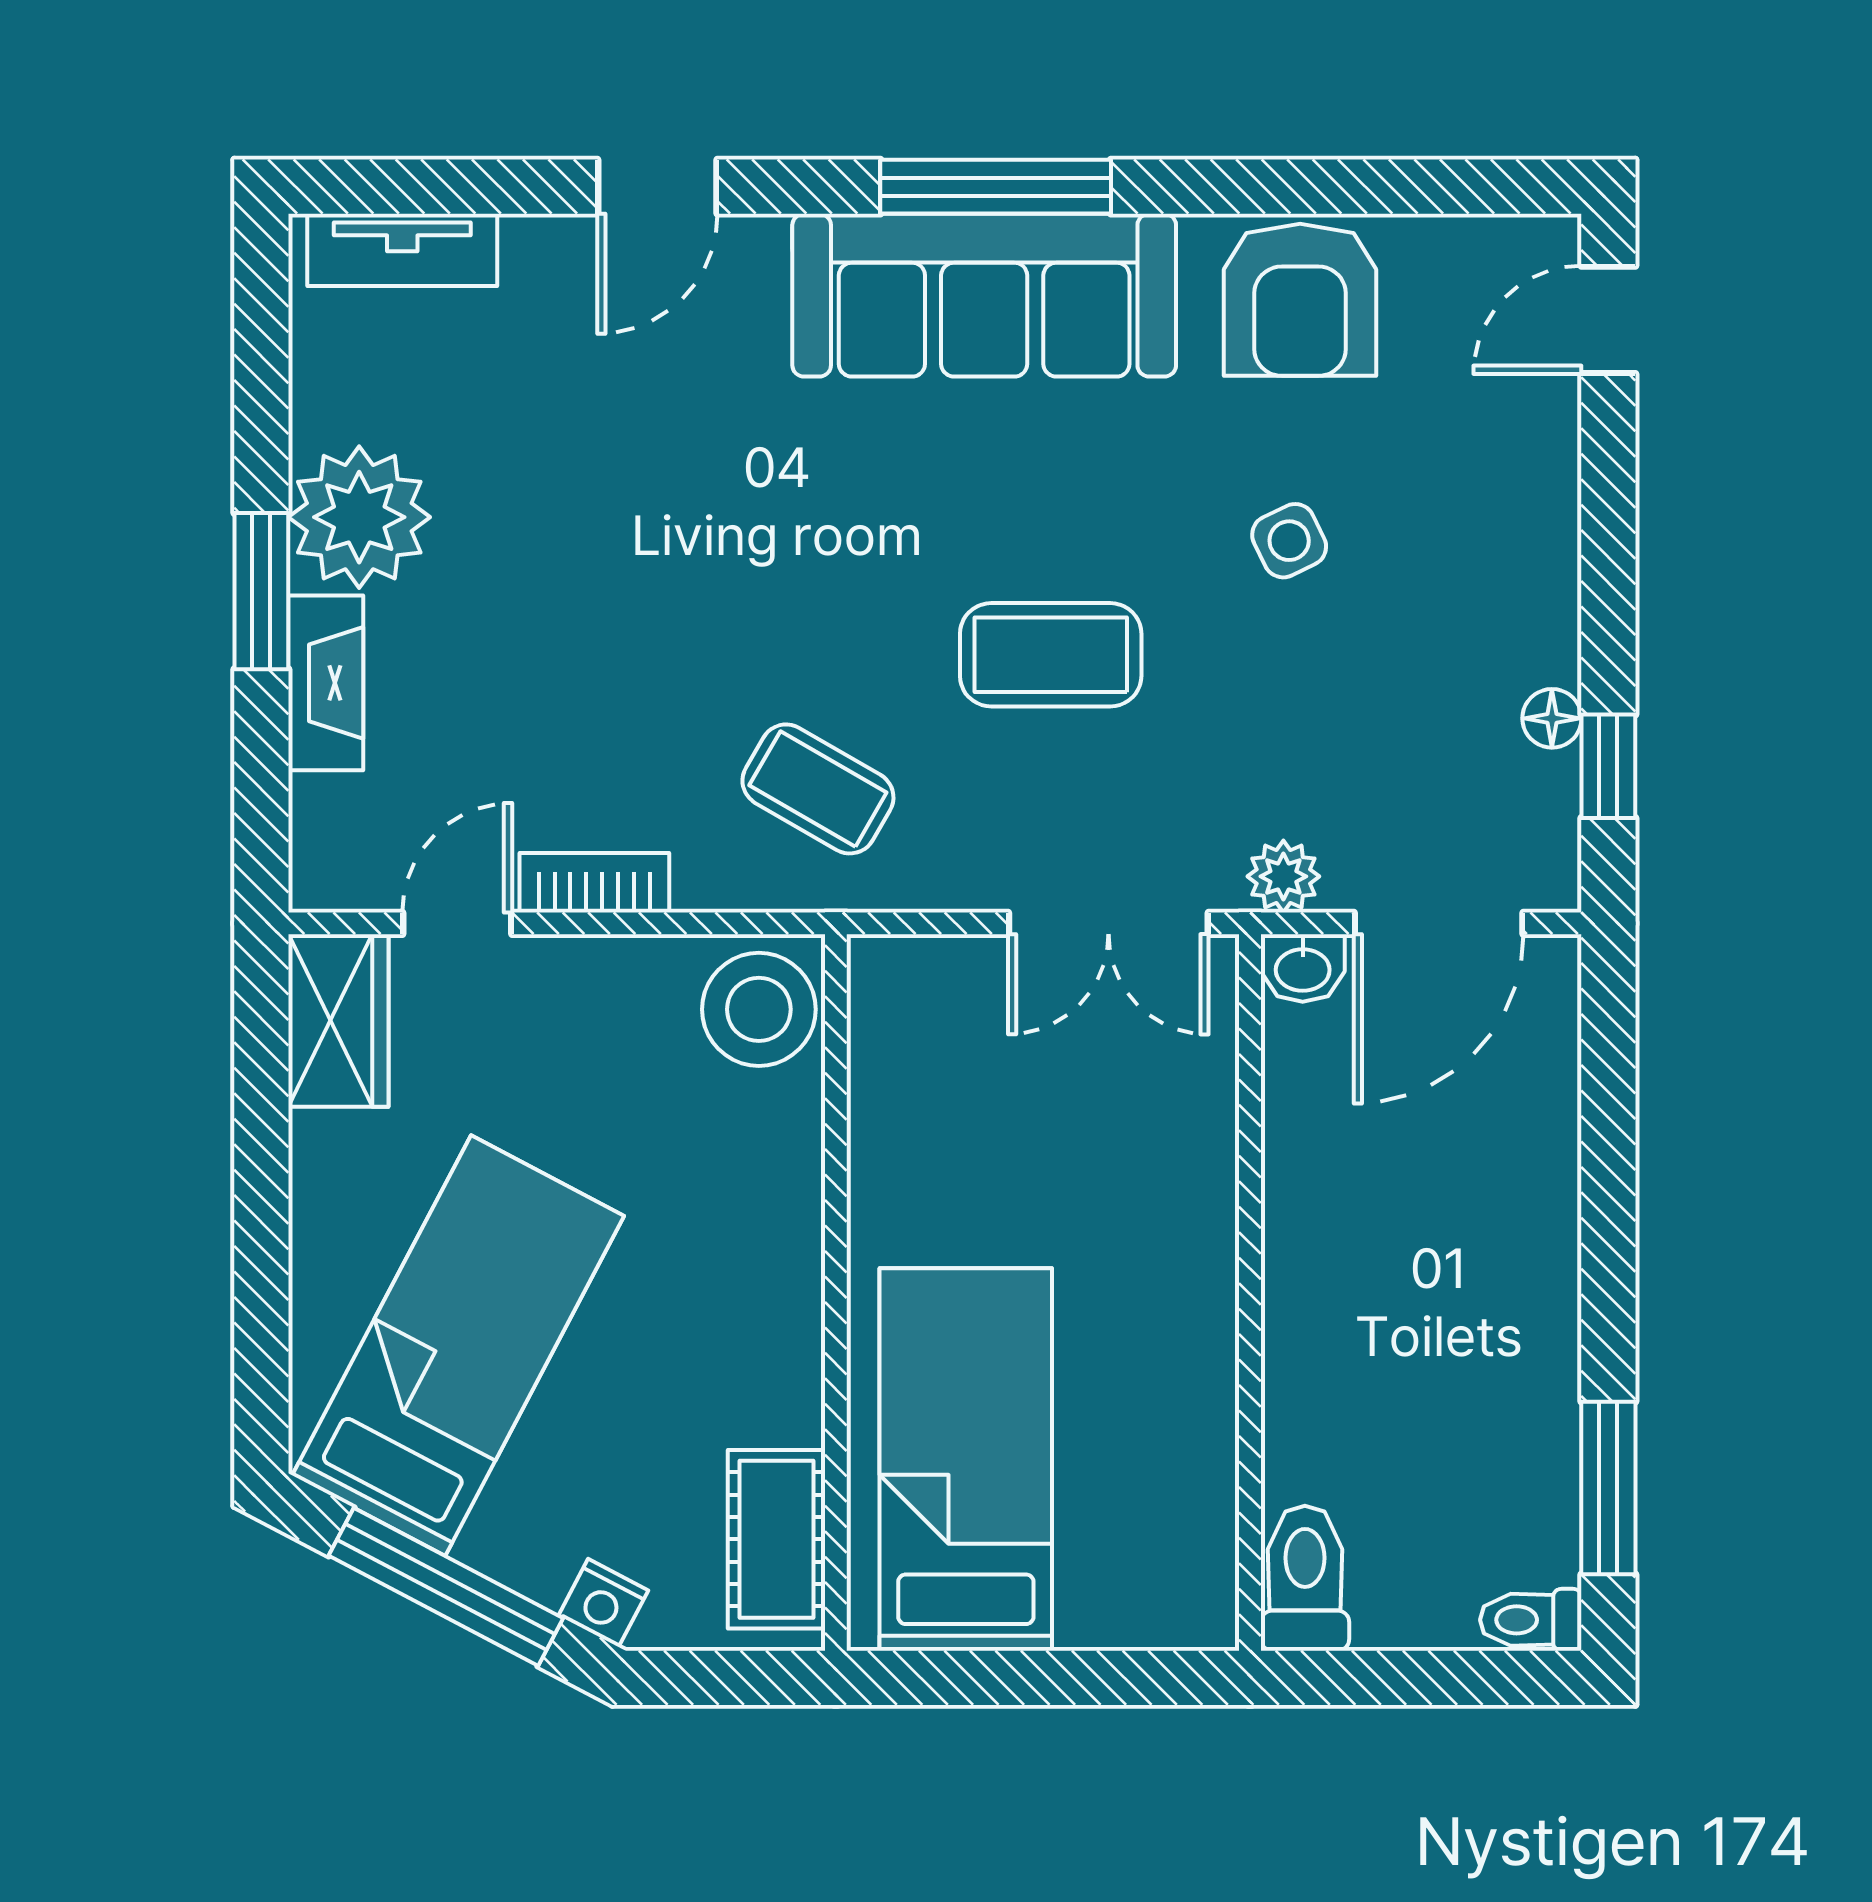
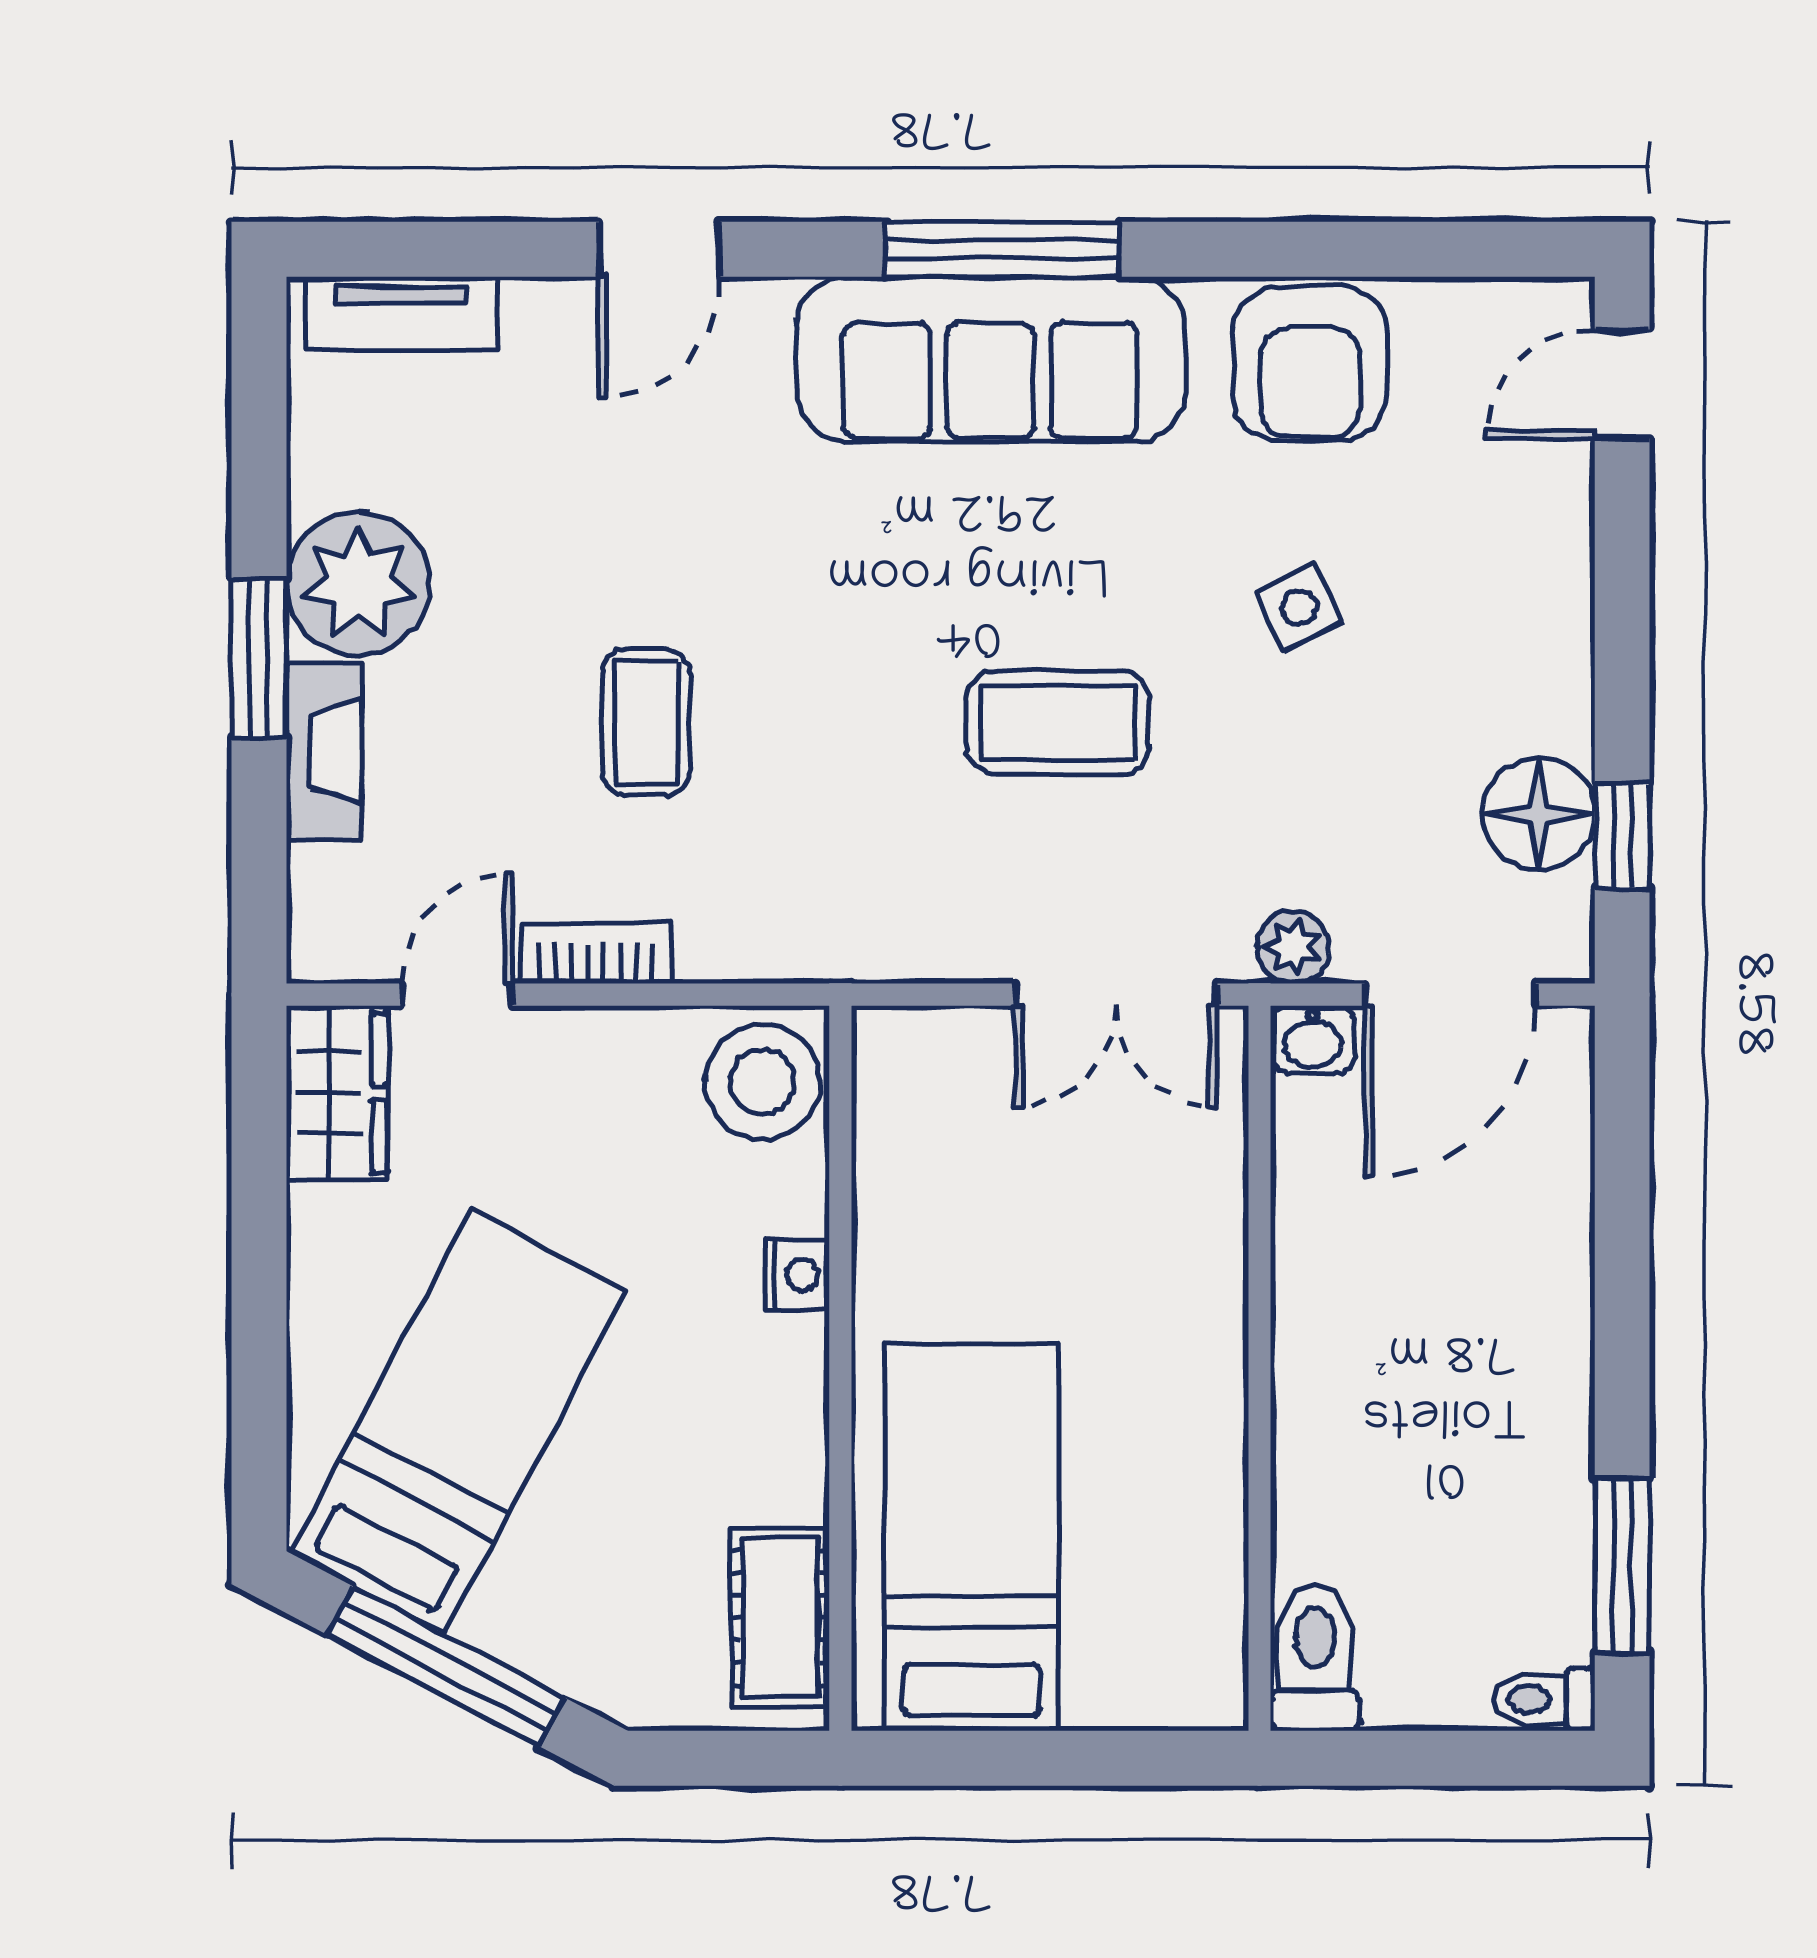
floor lamp: (1552, 718) -> (1539, 814), width x1.89, depth x1.89
coffee table: (818, 789) -> (646, 722), moved, turned 60
nightstand: (603, 1603) -> (797, 1275), moved, turned -118

